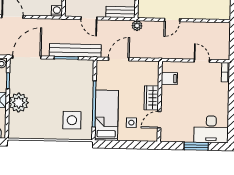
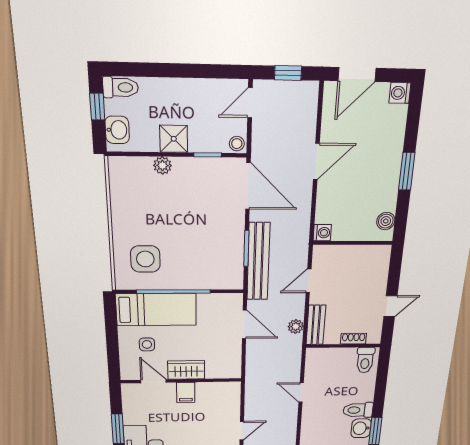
plant: (137, 26) -> (296, 326), moved
filing cabinet: (169, 79) -> (186, 393), moved
plant: (19, 103) -> (162, 165), width x0.53, depth x0.53

